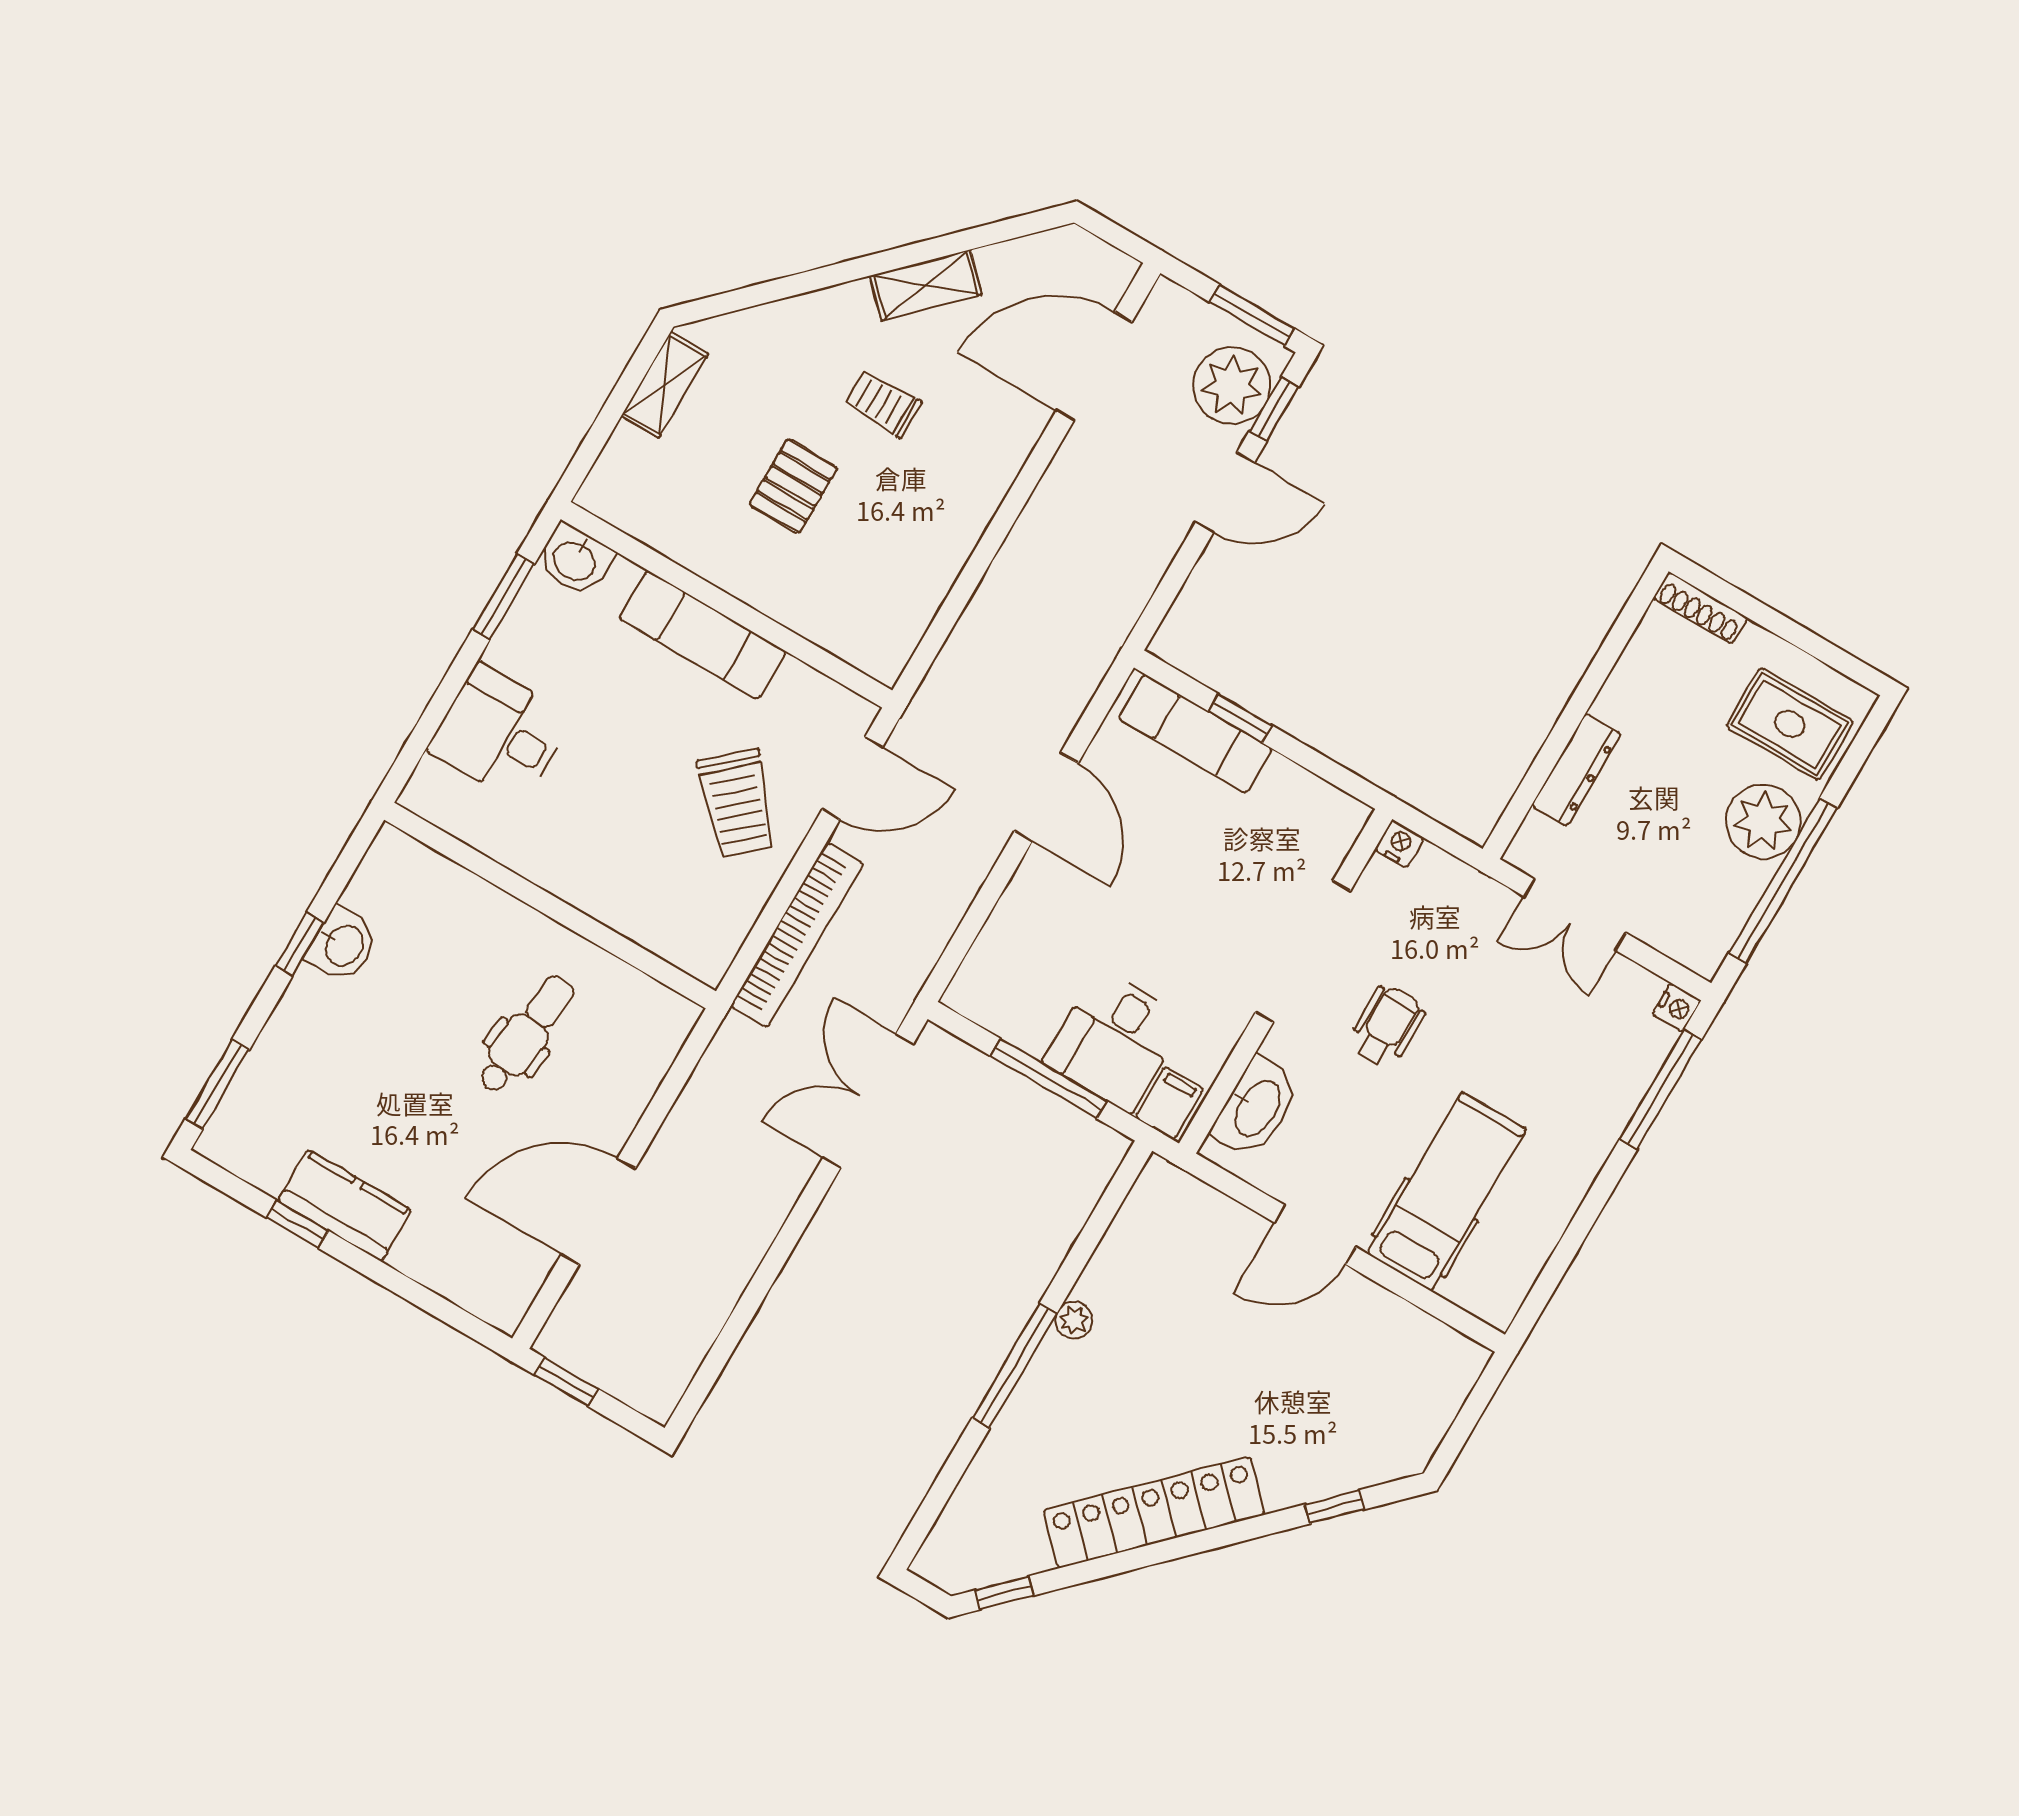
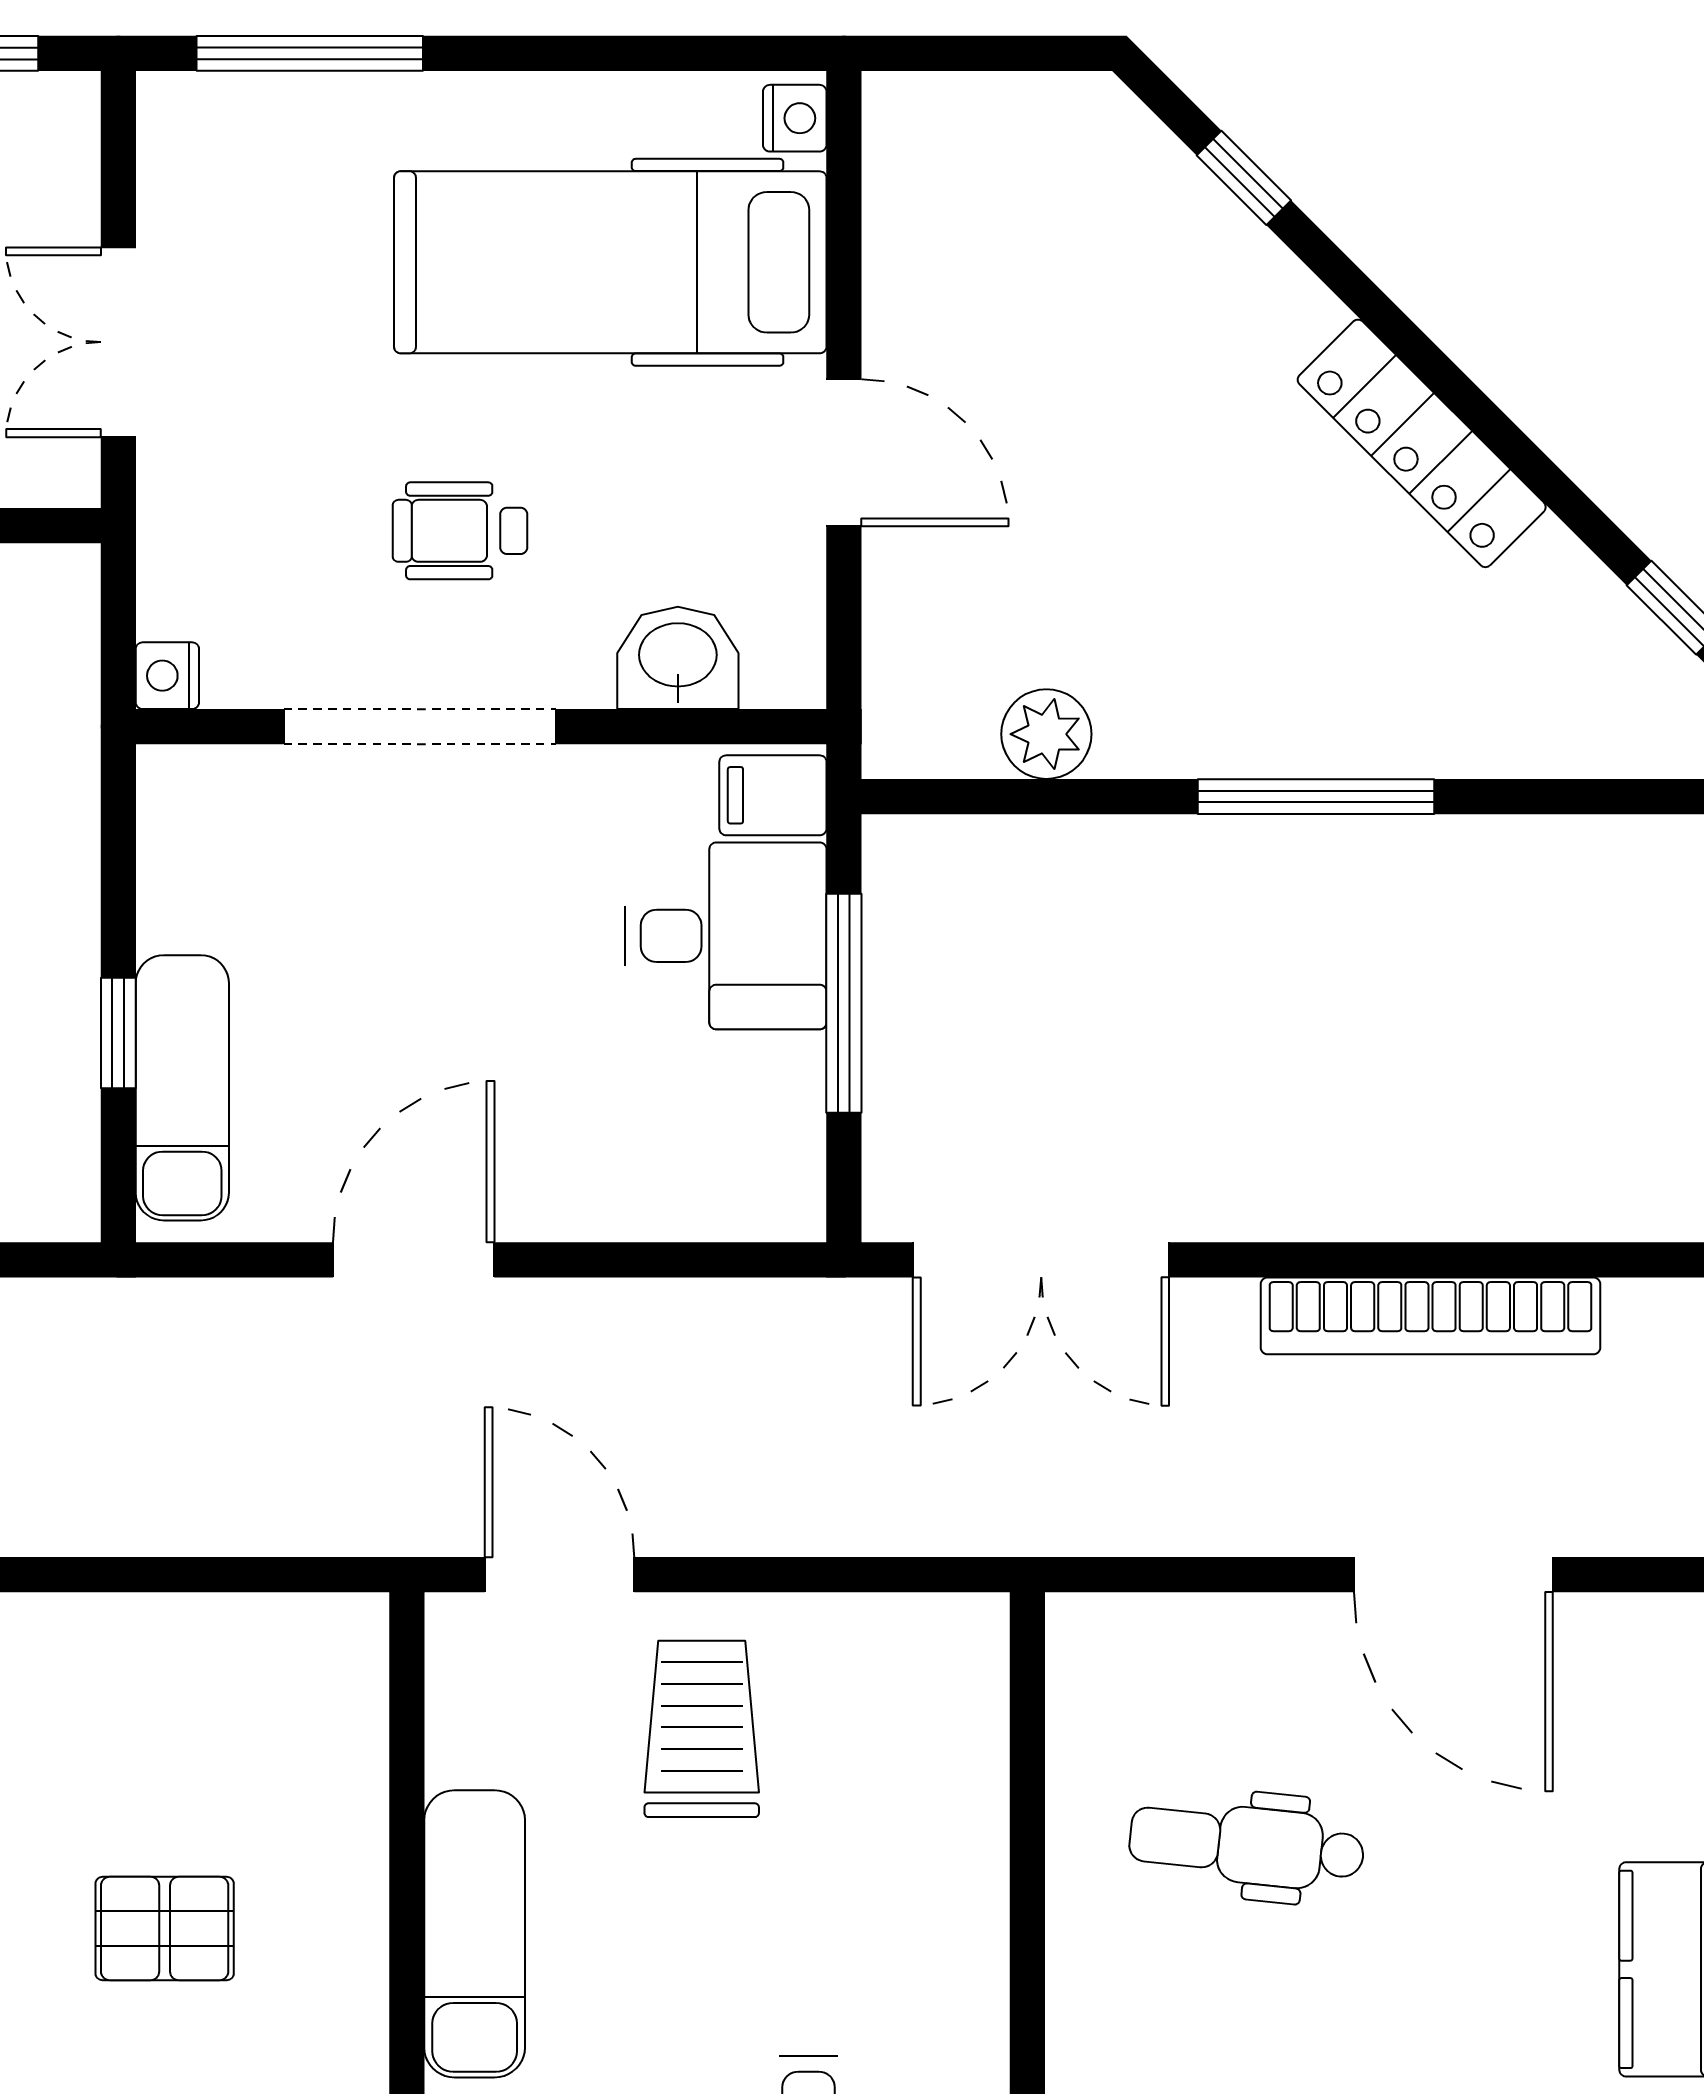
trolley: (737, 803) -> (702, 1729), turned -48
double door: (1575, 915) -> (118, 342), swing flipped
bookcase: (797, 935) -> (1431, 1316), moved, turned 180
nightstand: (1677, 1008) -> (795, 118), moved, turned 90
washbasin: (1256, 1107) -> (678, 658), width x0.72
hospital bed: (1446, 1191) -> (610, 262), width x1.37, depth x1.29
plant: (1074, 1320) -> (1046, 734), moved, width x1.38, depth x1.38
locker: (1154, 1512) -> (1422, 443), width x0.71, depth x0.83

